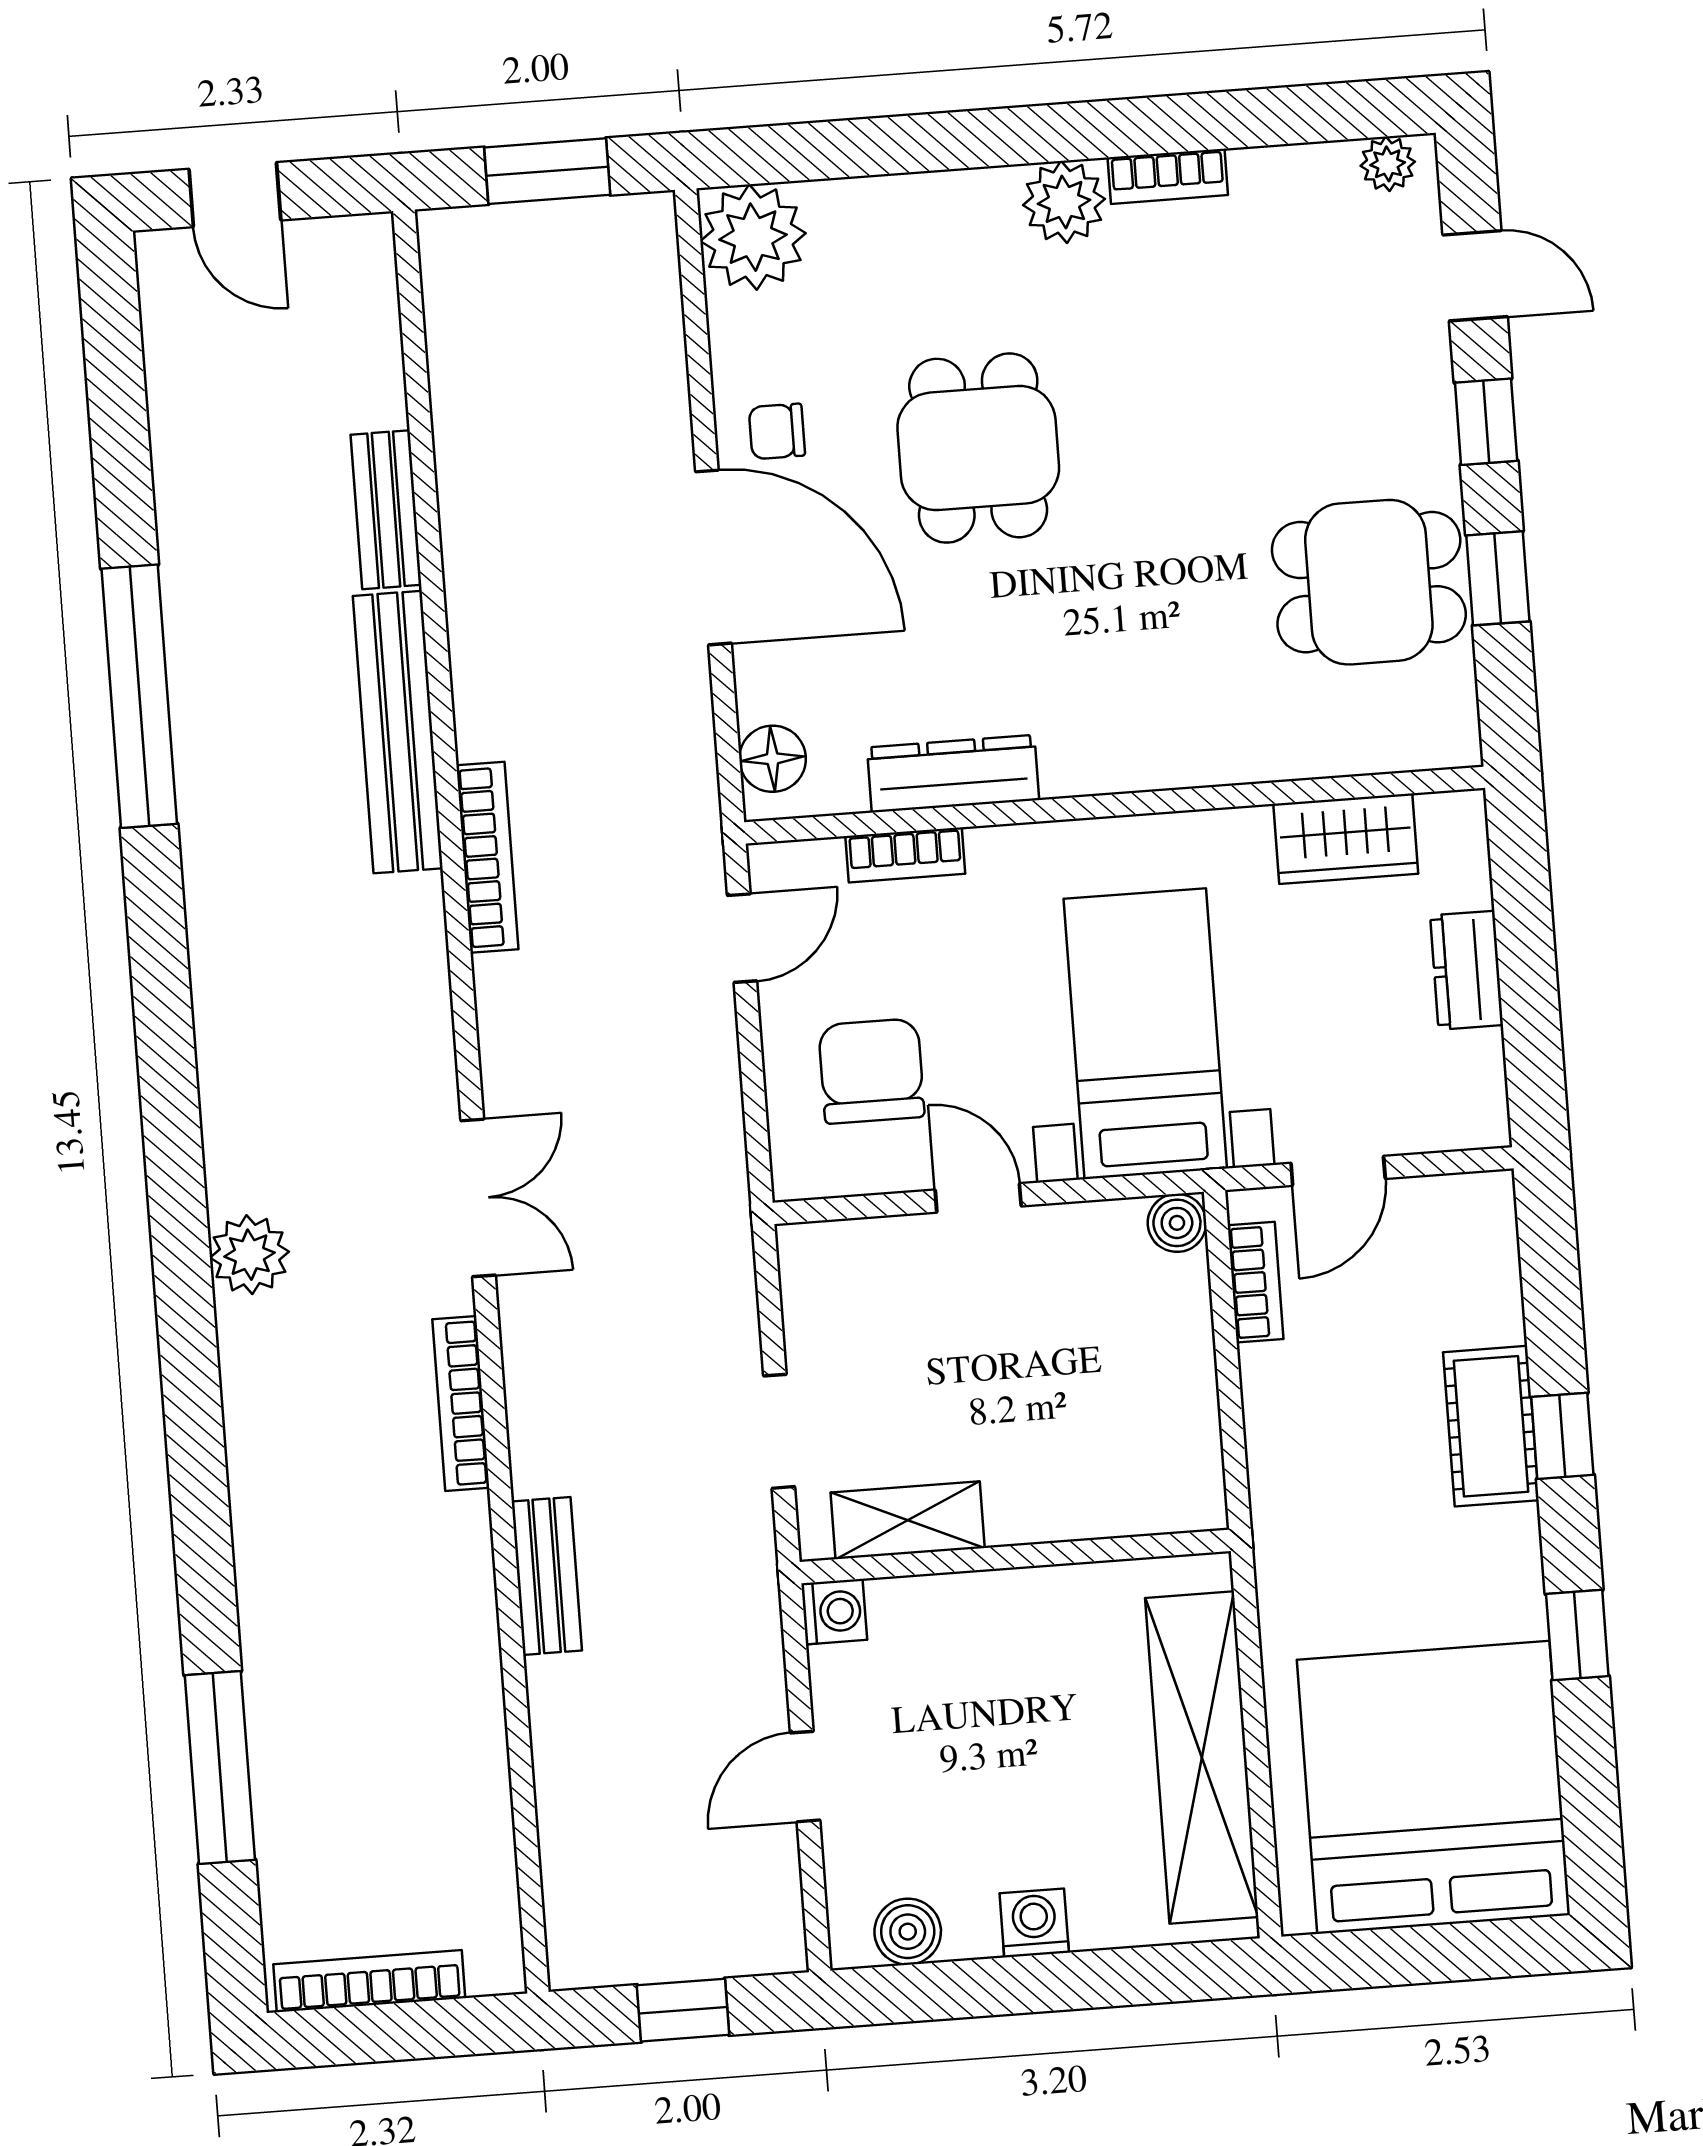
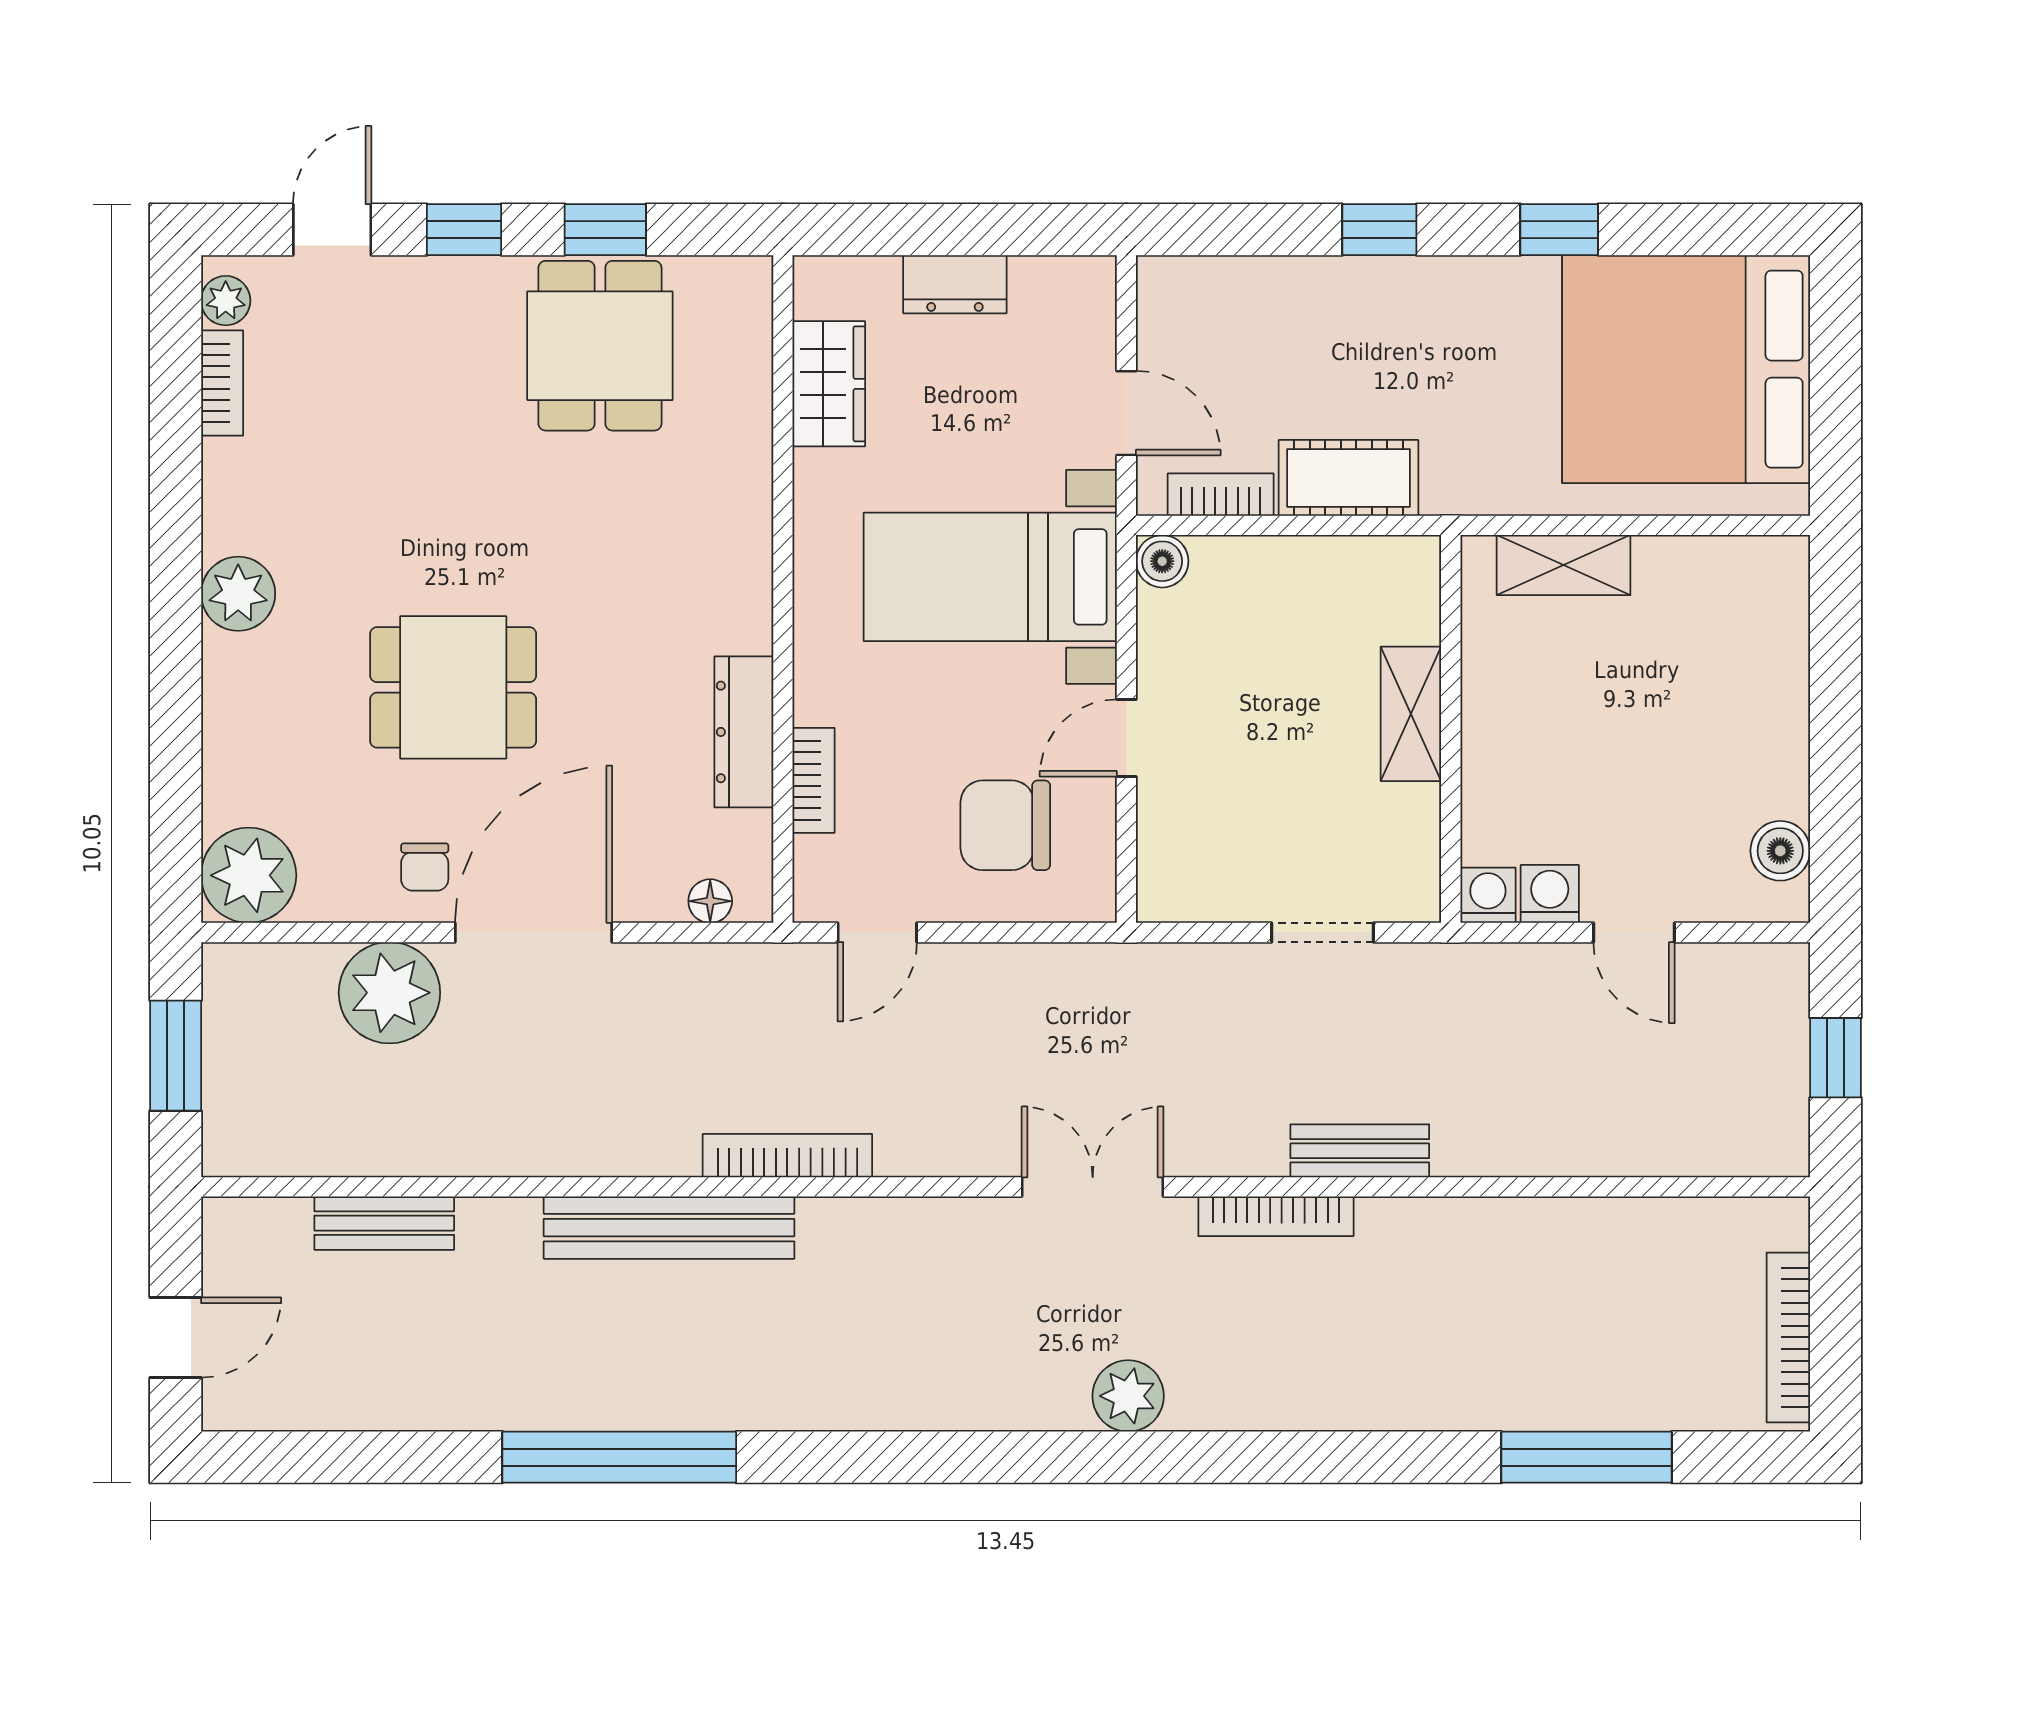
bookcase: (1168, 176) -> (222, 383), moved
plant: (635, 403) -> (389, 993), added
bench: (386, 510) -> (384, 1223), moved
floor lamp: (773, 759) -> (710, 901), width x0.73, depth x0.73
door: (742, 938) -> (877, 932), swing flipped
cot: (1491, 1426) -> (1349, 478), moved
shelving: (908, 1520) -> (1411, 714), moved
bench: (547, 1576) -> (1360, 1151), moved
shelving: (1202, 1758) -> (1564, 565), width x0.45, depth x0.75
washing machine: (1034, 1923) -> (1550, 894), moved, turned 90

